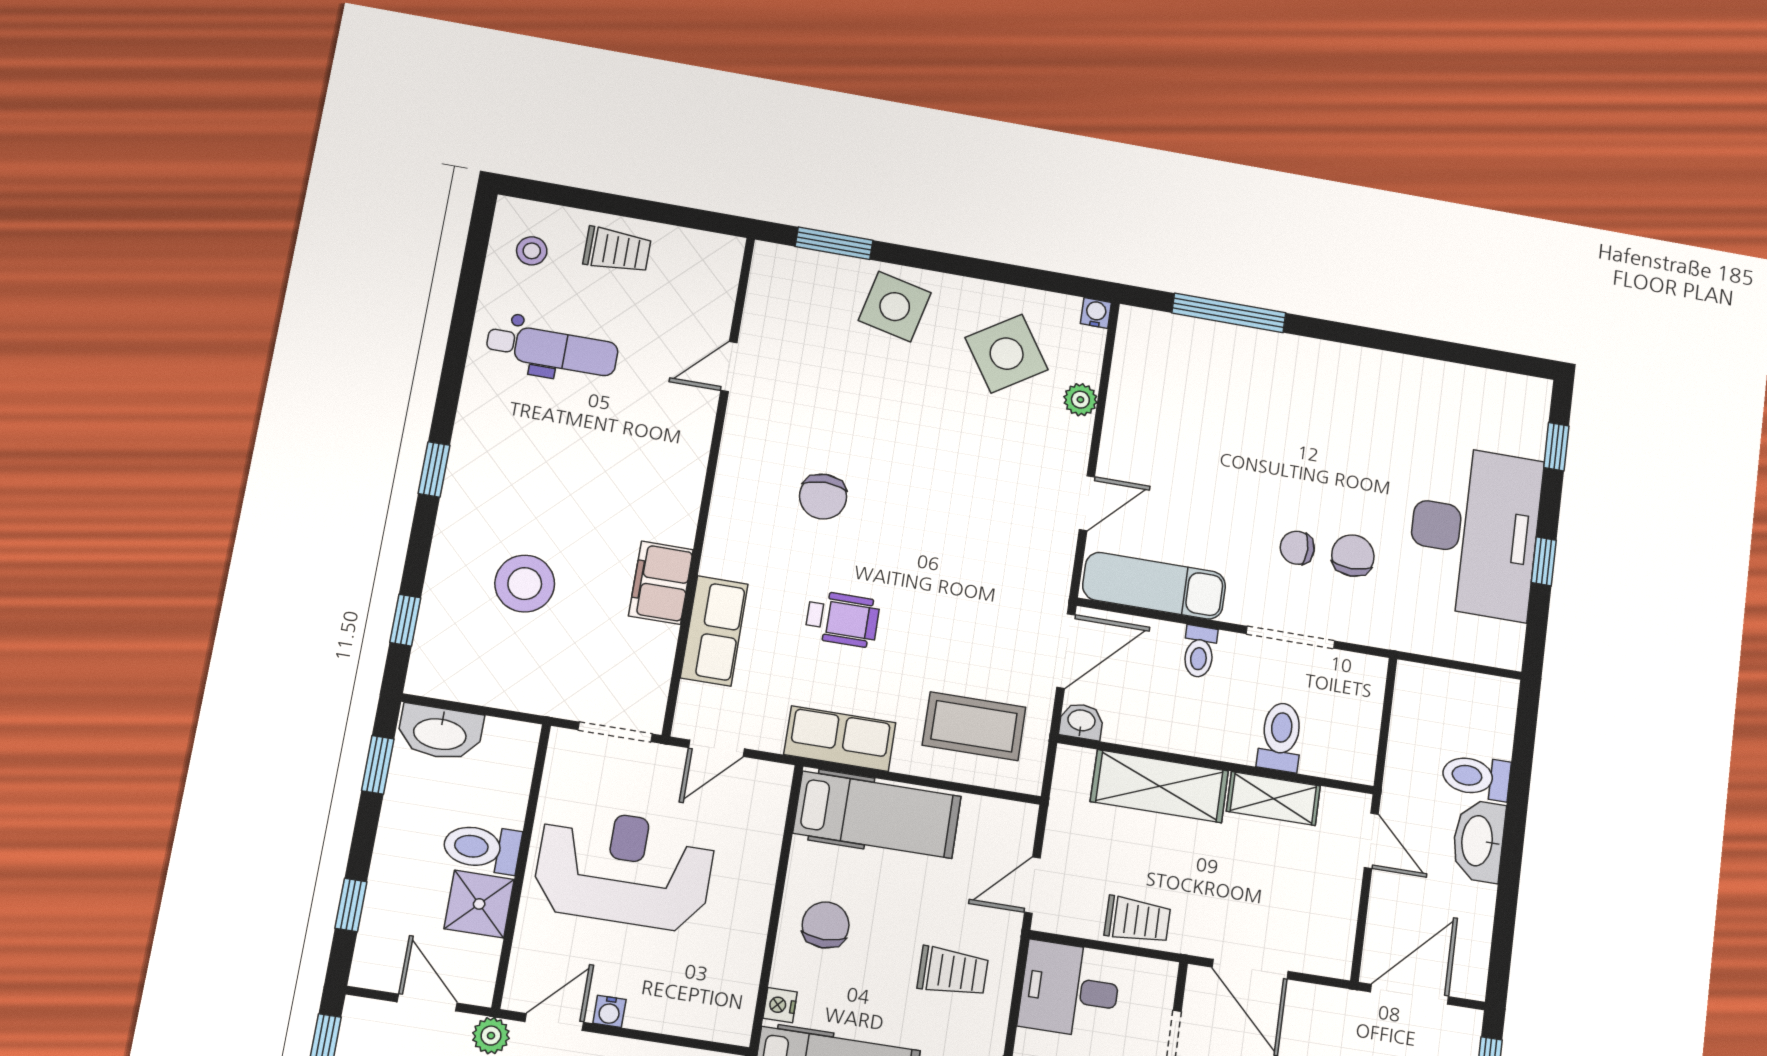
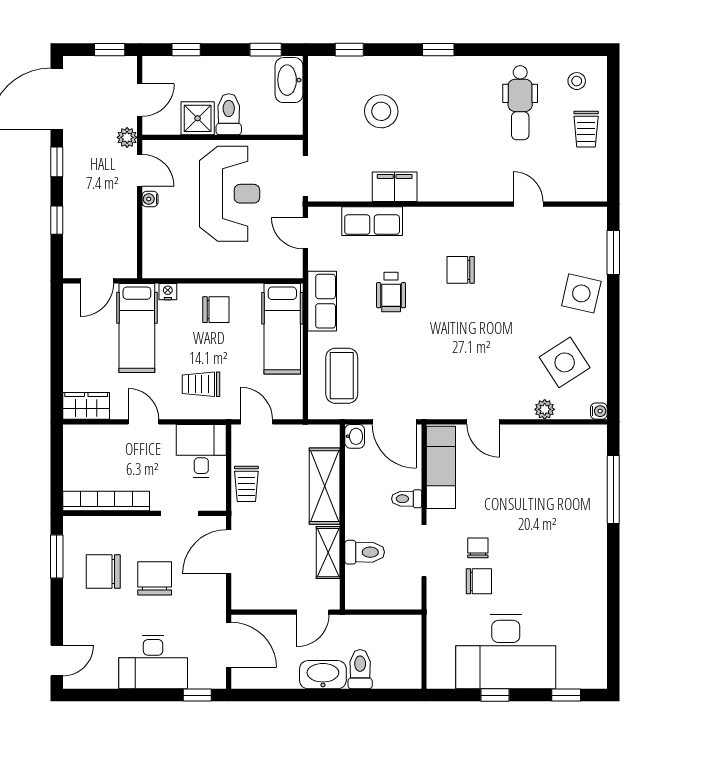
trolley: (953, 972) -> (201, 384), turned 90

